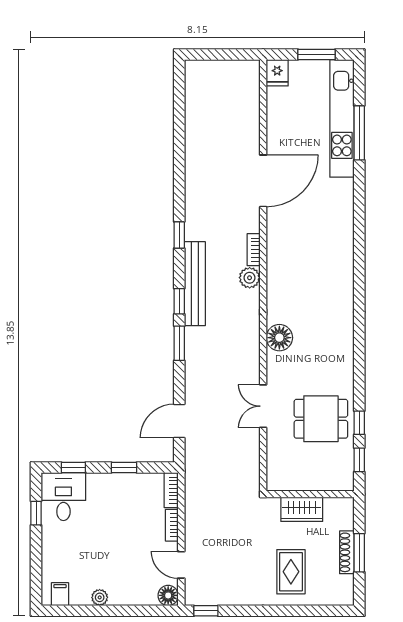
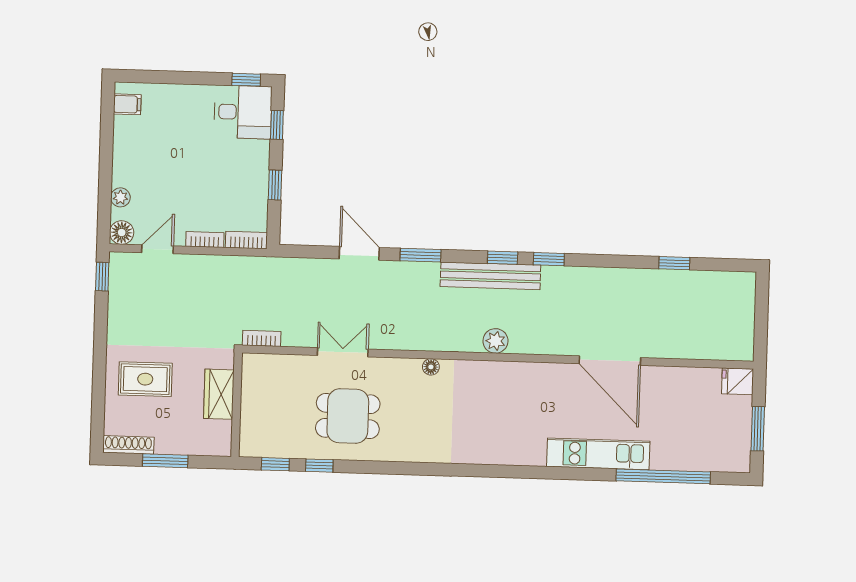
kitchen unit: (342, 118) -> (598, 454), moved, width x0.73
window: (179, 129) -> (674, 263), added
window: (359, 133) -> (663, 476), width x1.46
bookcase: (254, 250) -> (262, 338), moved
window: (179, 301) -> (503, 258), moved
floor lamp: (279, 338) -> (431, 367), width x0.53, depth x0.53
dining table: (321, 419) -> (348, 416), moved, turned 90
door: (179, 421) -> (359, 253), moved
window: (36, 513) -> (246, 80), moved
shoe rack: (347, 552) -> (128, 445), moved
plant: (100, 597) -> (120, 197), moved

